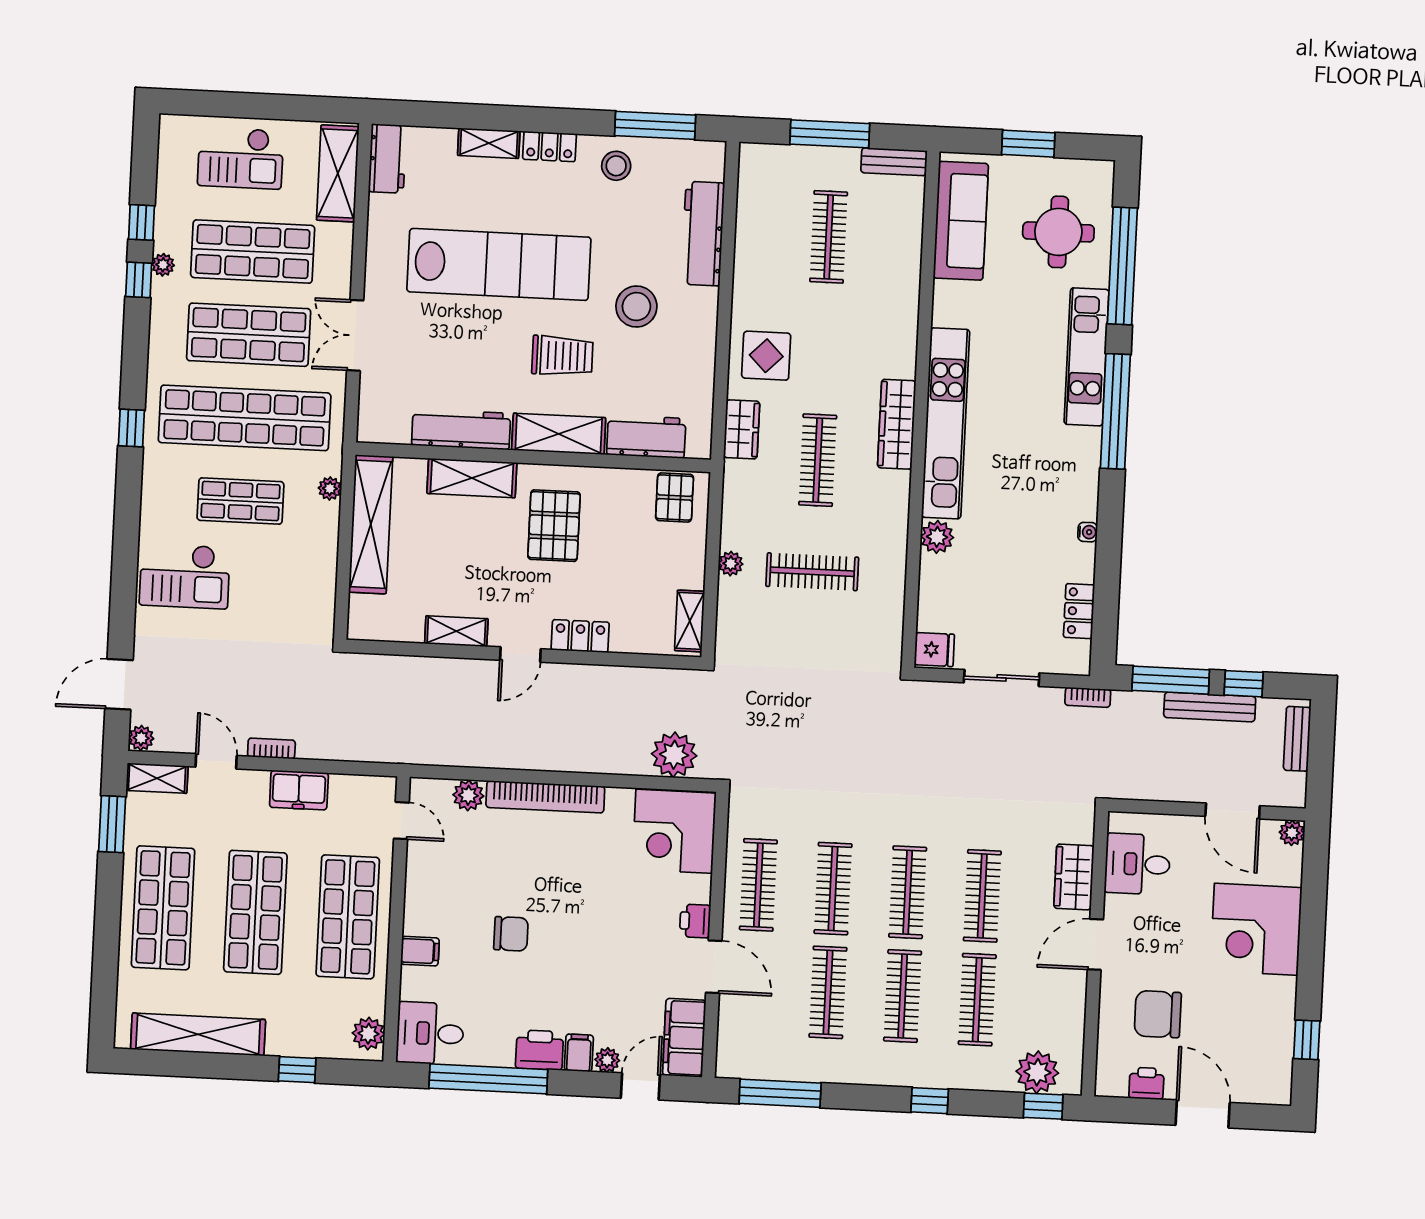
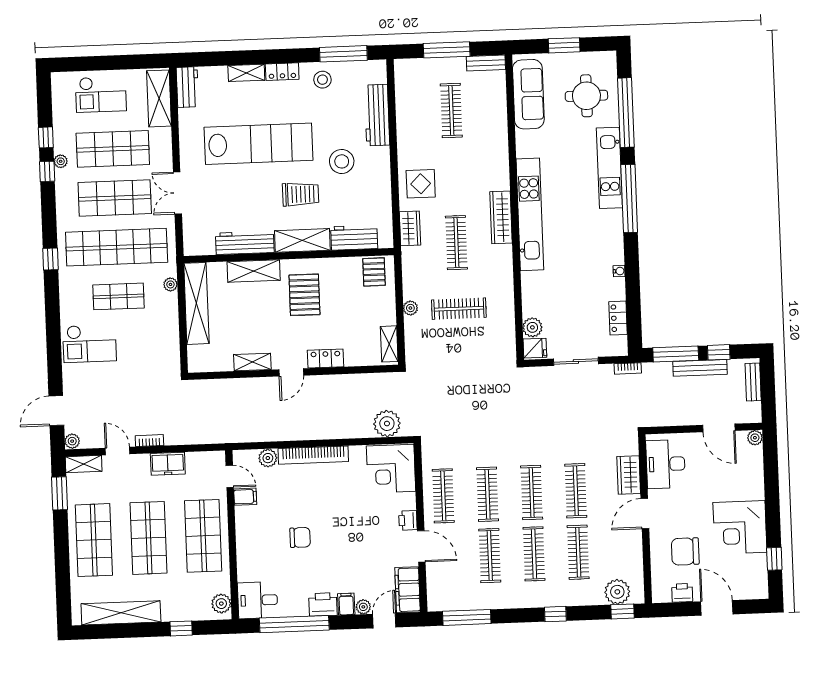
plant: (937, 537) -> (532, 327), moved
desk: (1137, 864) -> (666, 464), width x1.37
corner desk: (1256, 929) -> (740, 527), moved
filing cabinet: (420, 951) -> (245, 497), moved

